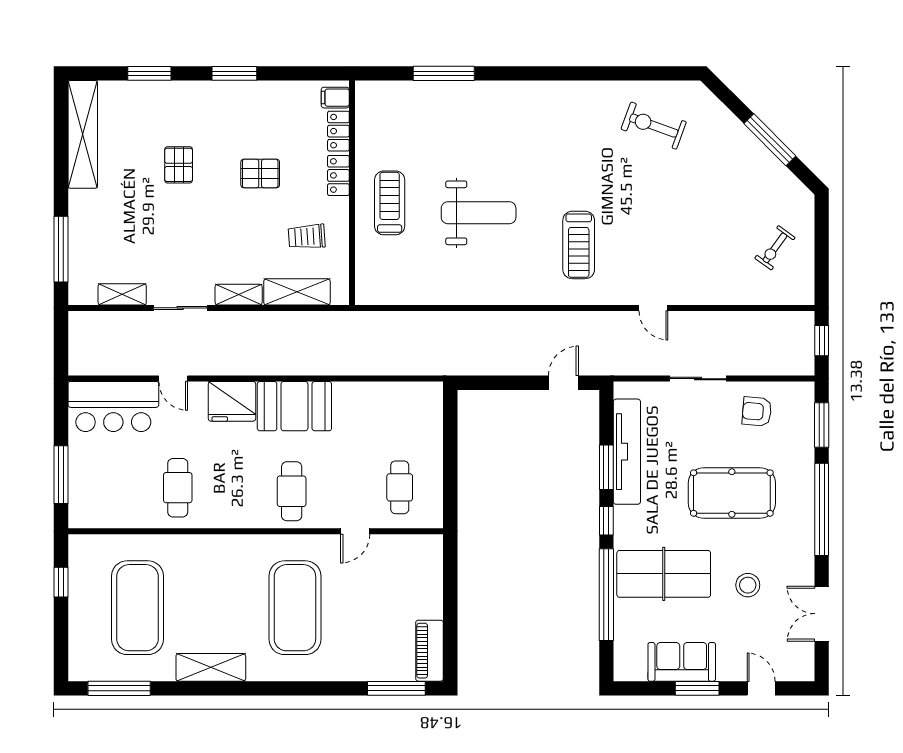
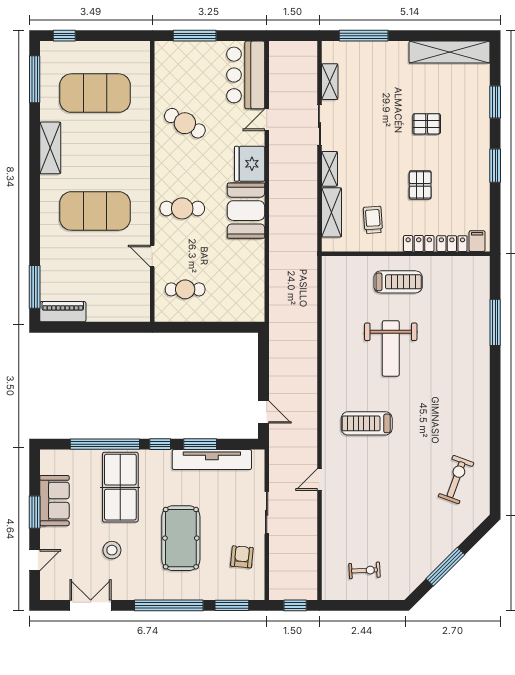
exercise bike: (775, 248) -> (364, 570), turned 141
cafe table: (178, 488) -> (185, 123), turned 30
window: (61, 582) -> (64, 36), moved

